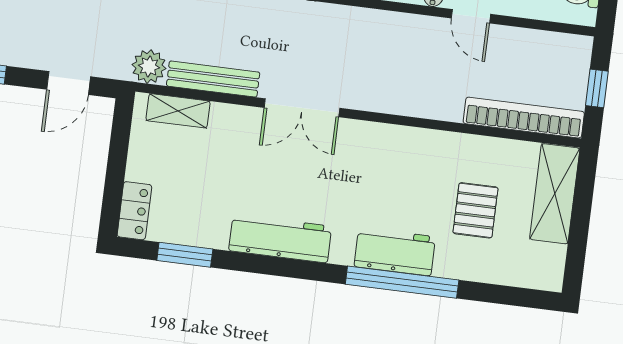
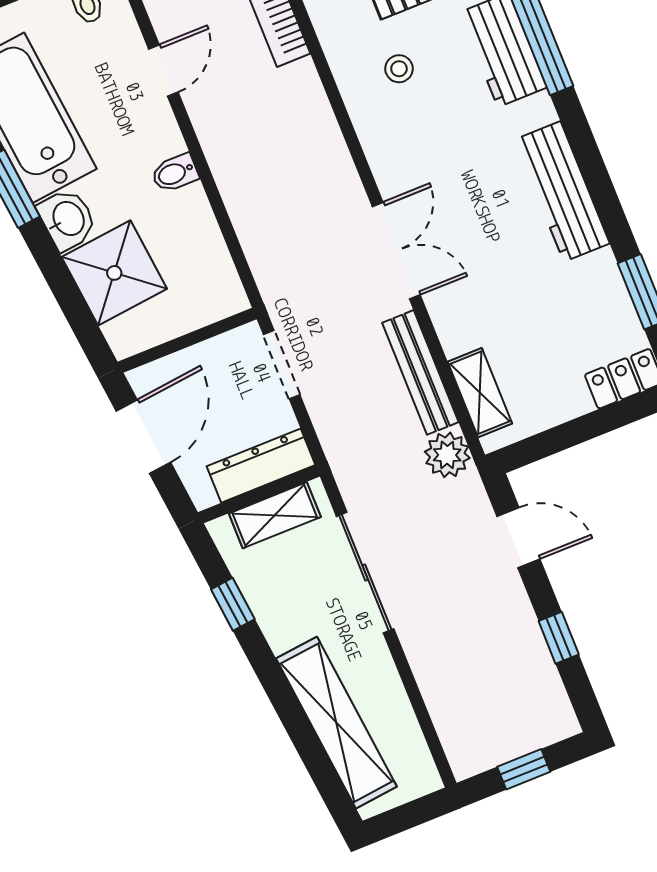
door: (471, 16) -> (163, 70), moved
stool: (421, 176) -> (399, 69), added

